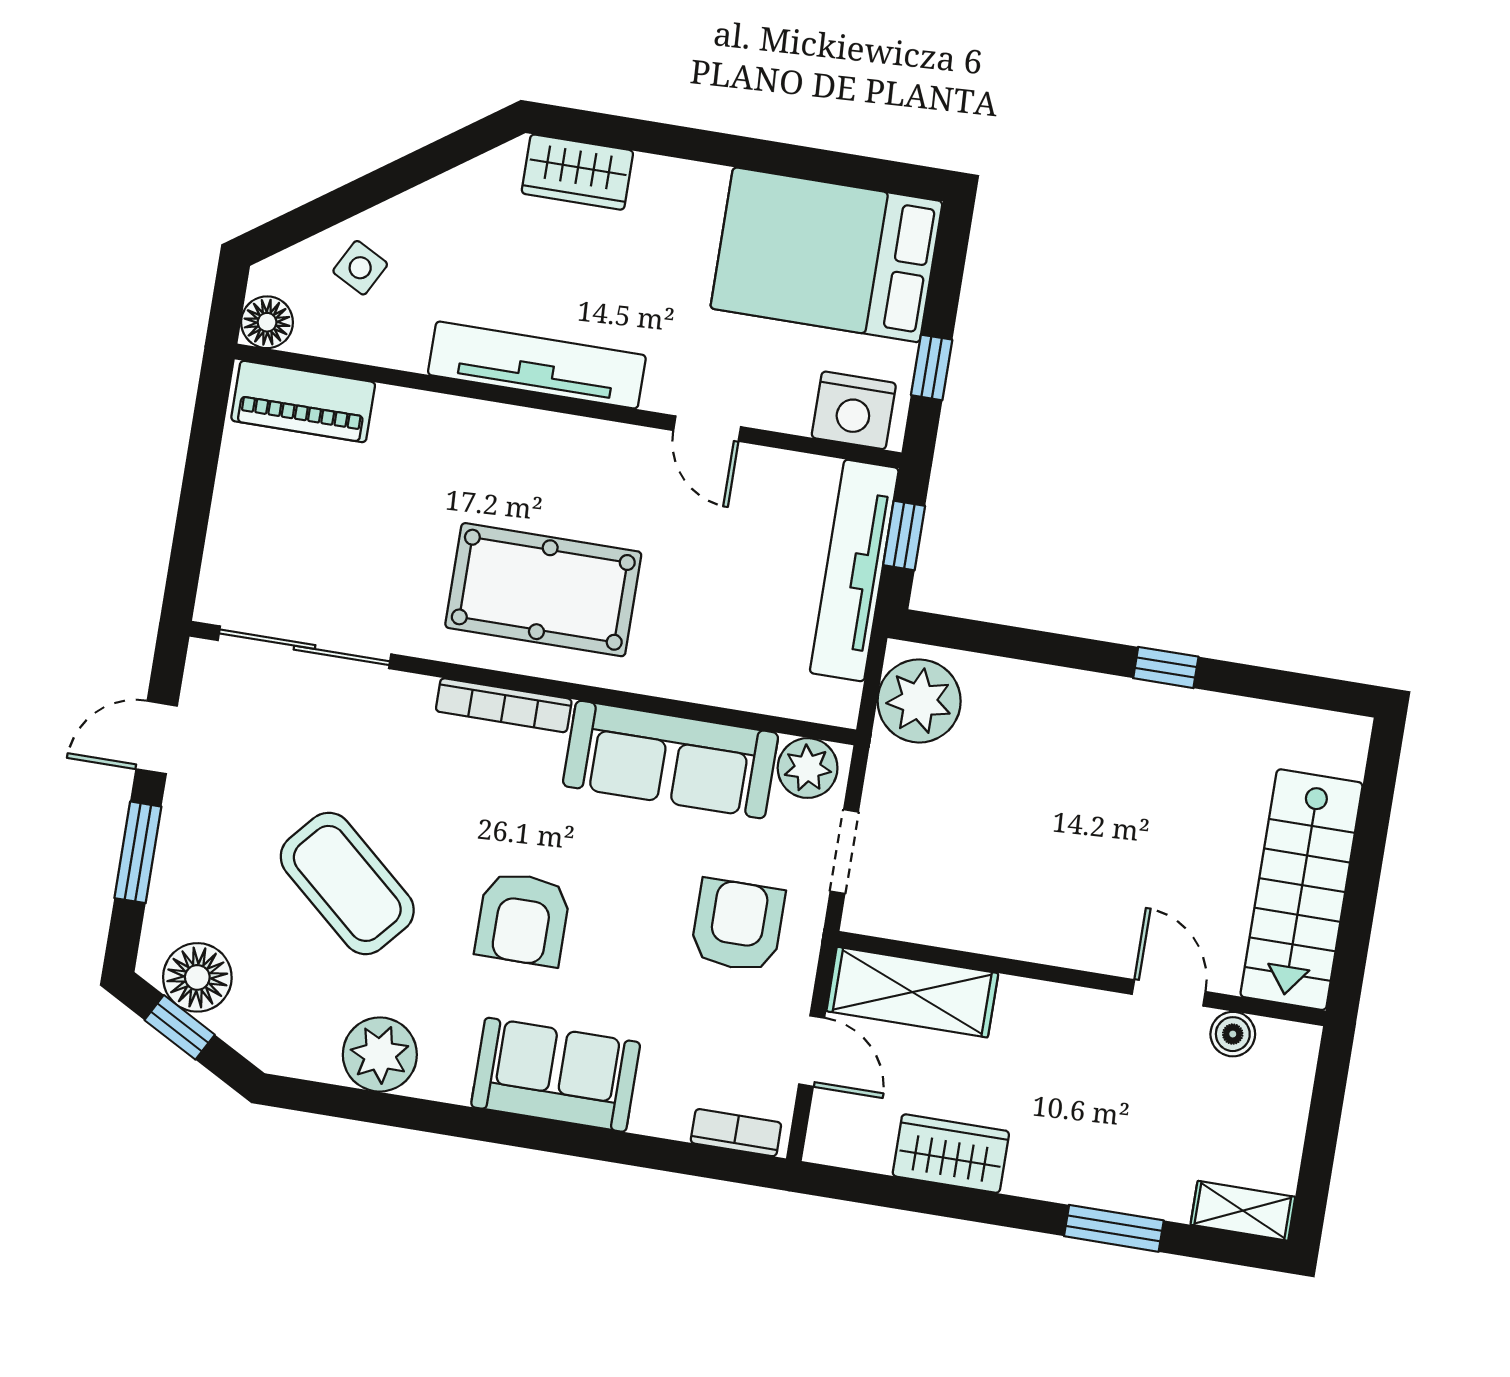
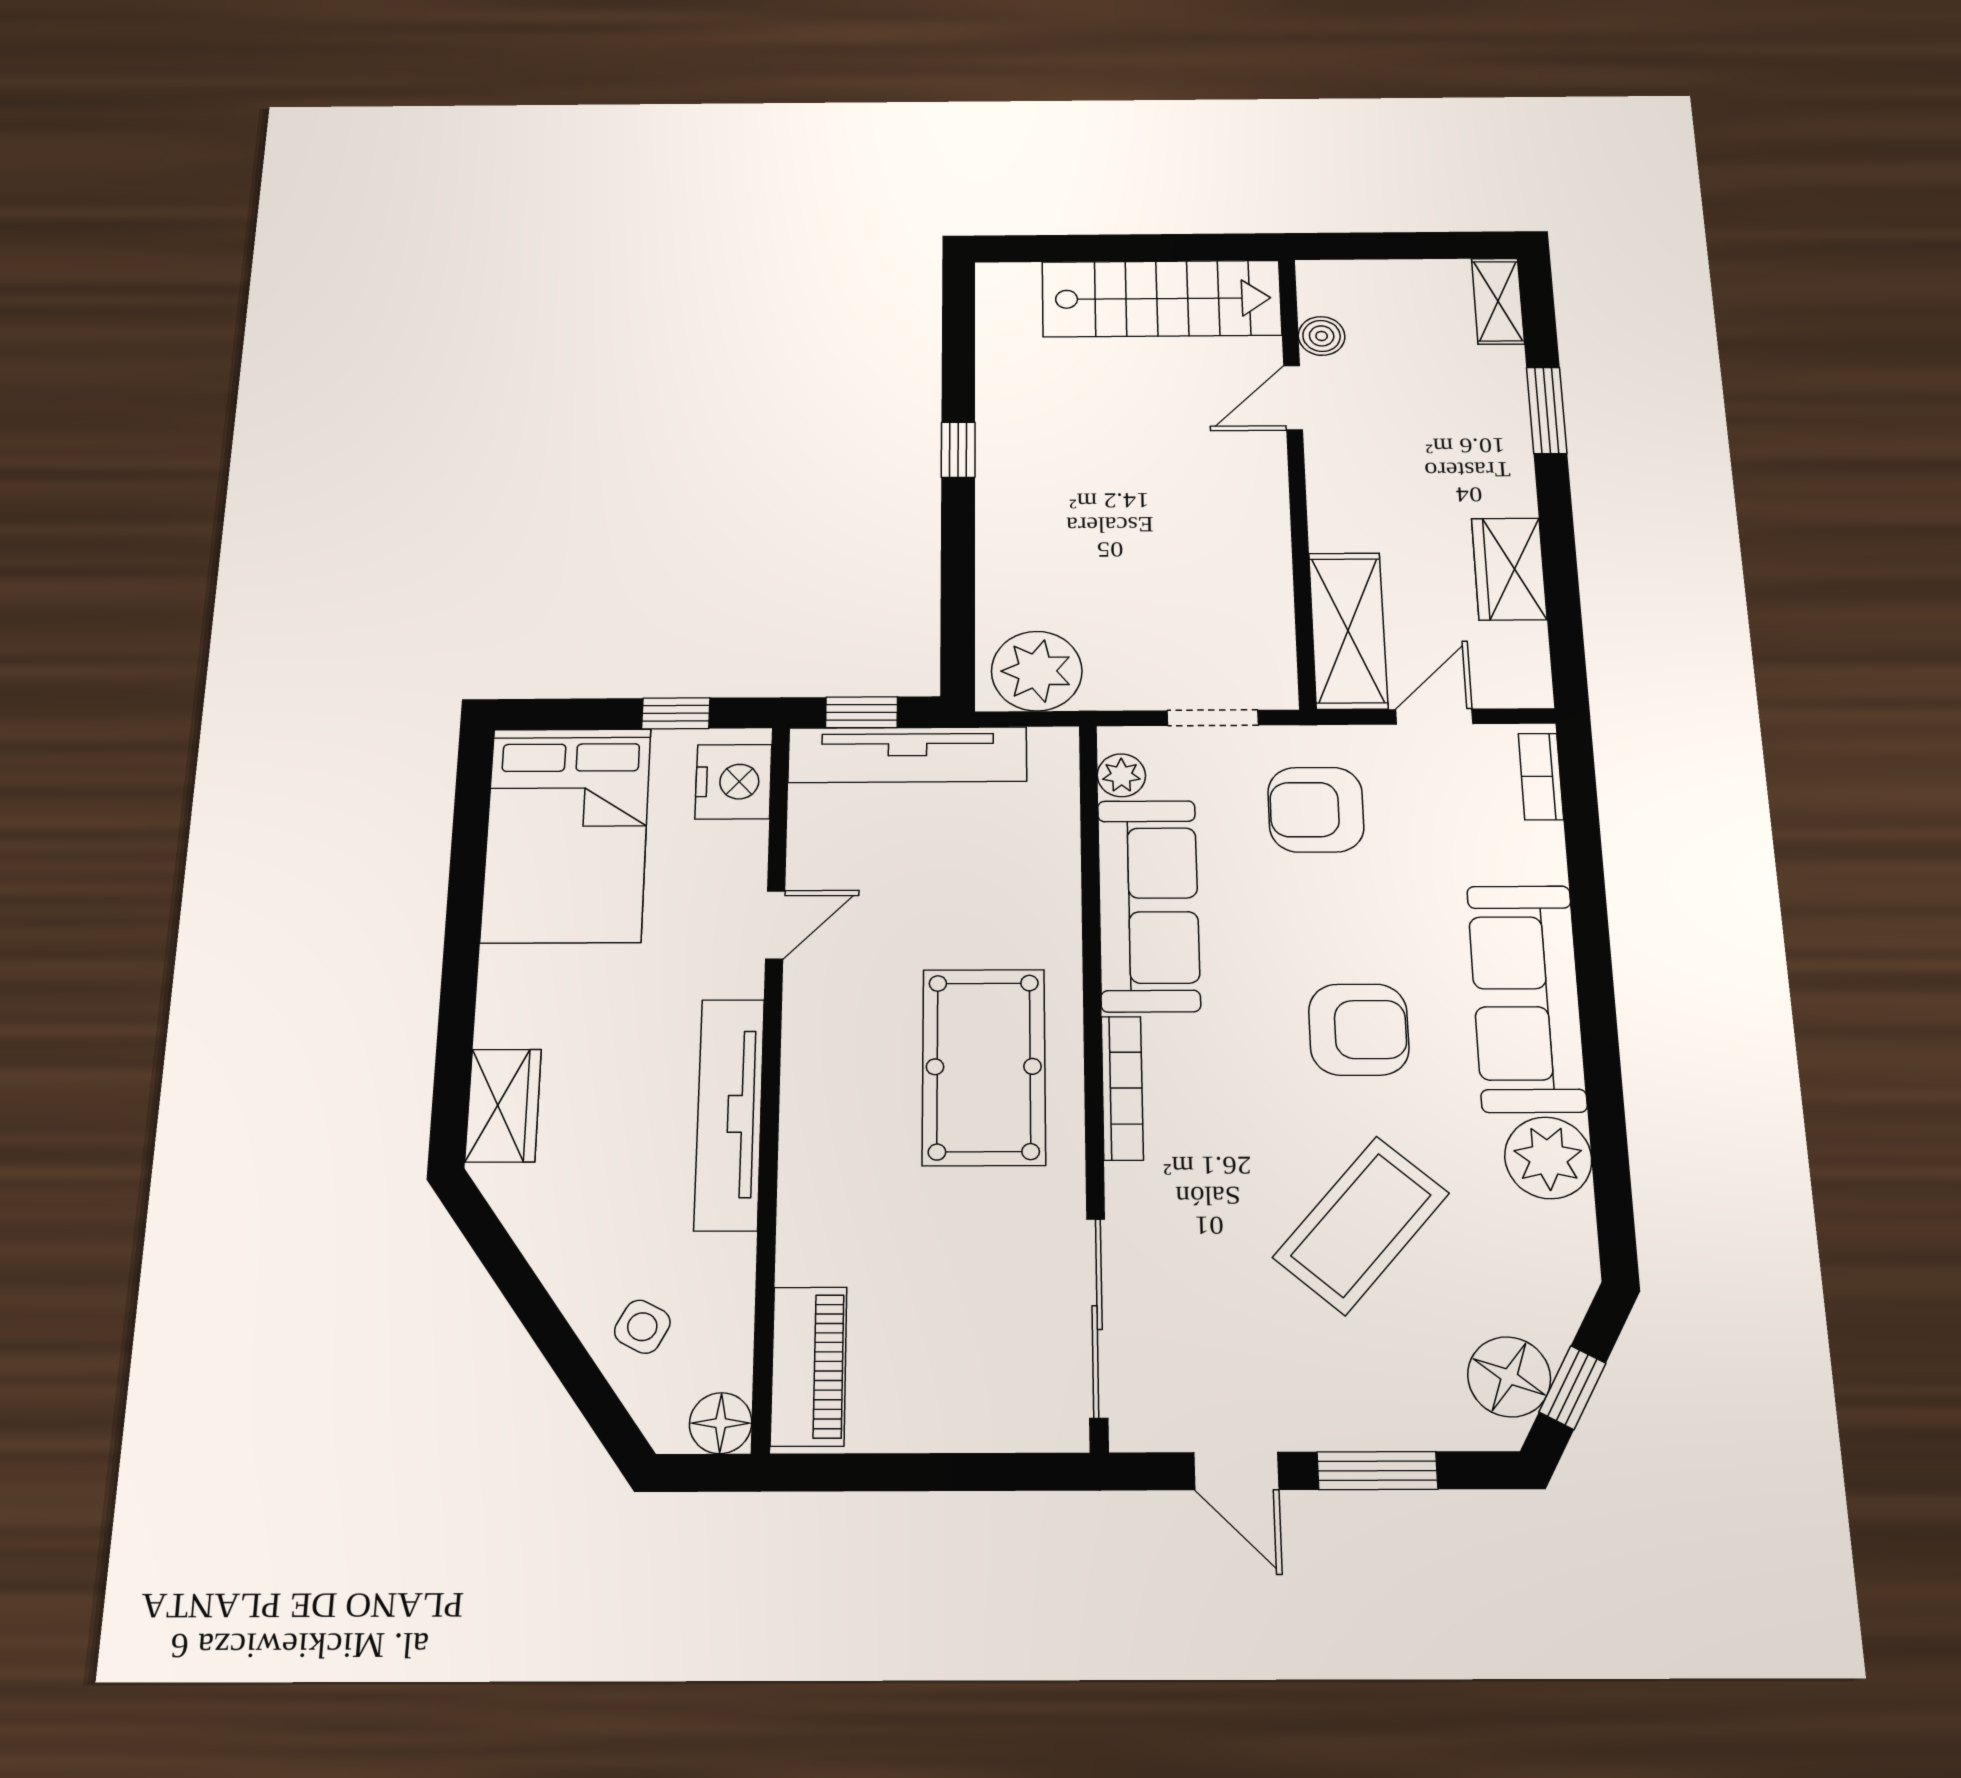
plant: (808, 768) -> (1121, 775), width x0.73, depth x0.73
sofa: (556, 1075) -> (1526, 998), width x1.36

